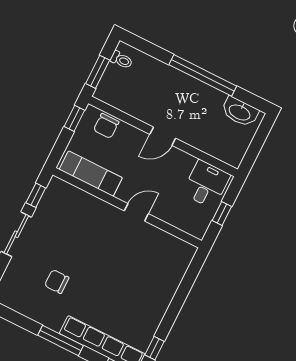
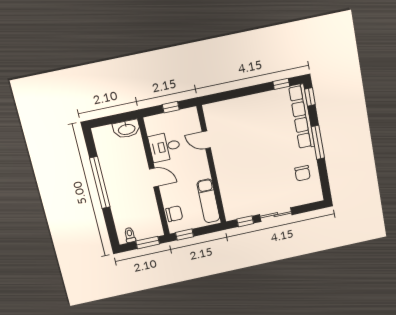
washbasin: (240, 112) -> (127, 129), moved, turned 90
desk: (206, 184) -> (165, 147), moved
door: (136, 212) -> (206, 140), moved
chair: (57, 282) -> (303, 173), moved

